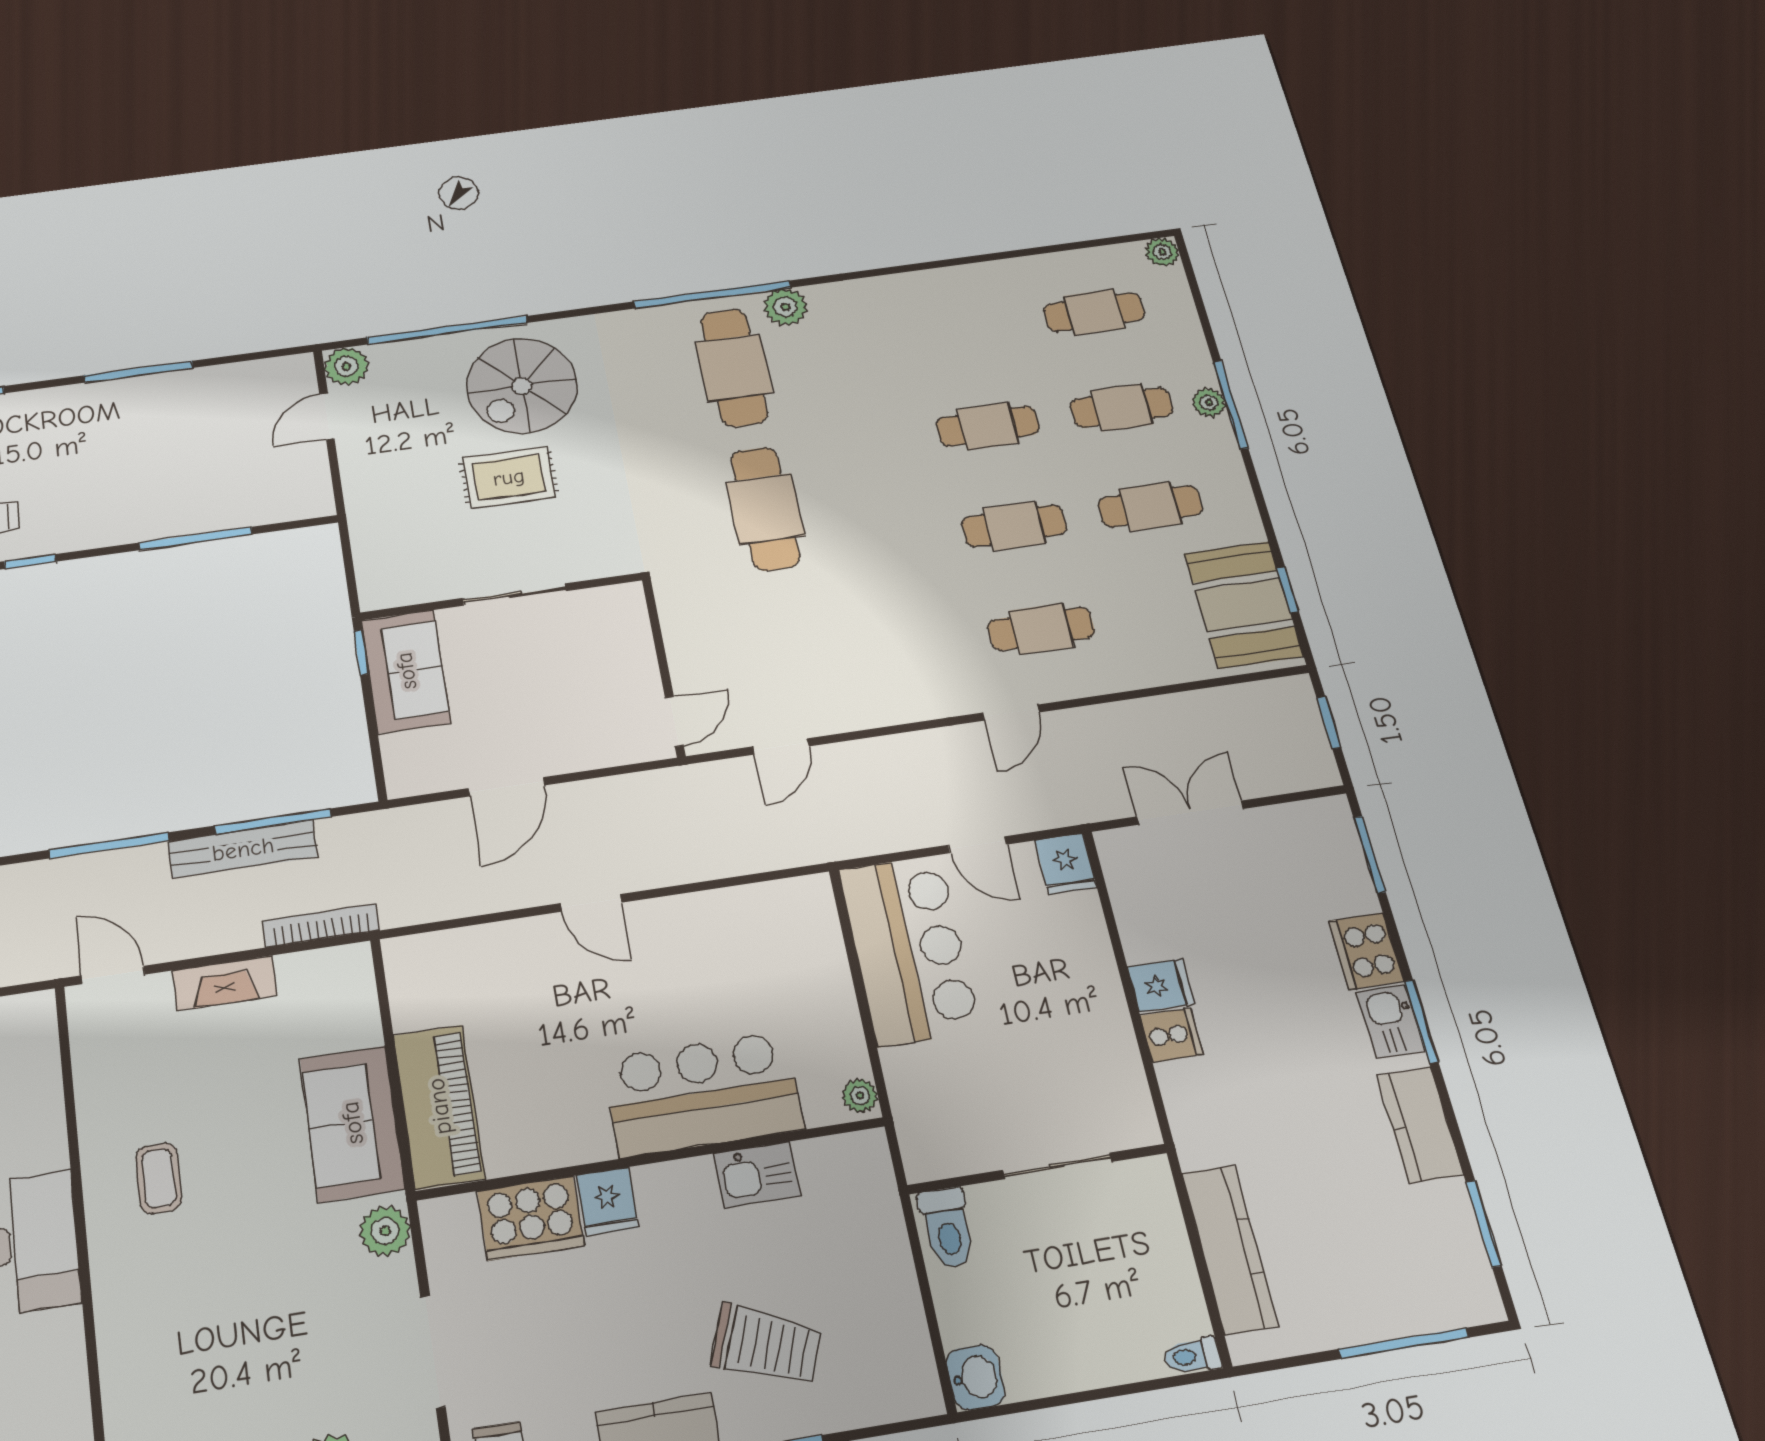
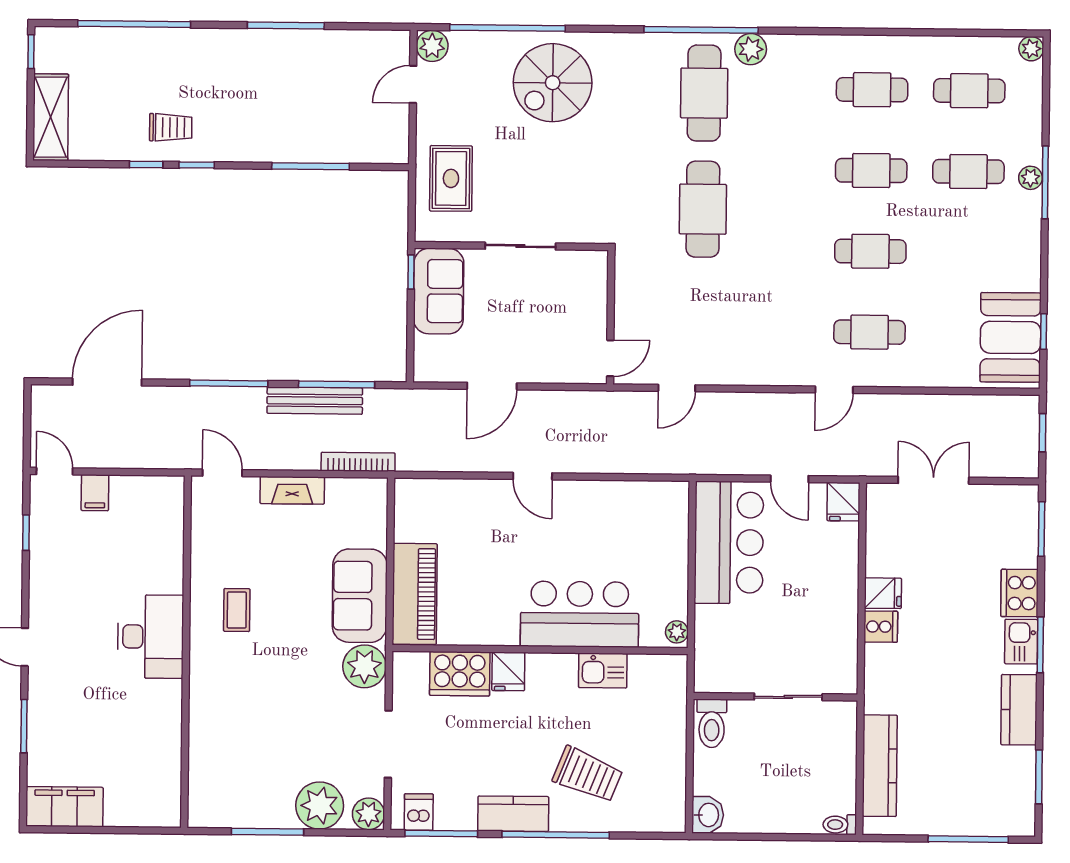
rug: (509, 477) -> (451, 178), moved, turned 90
cafe table: (1150, 506) -> (872, 90), moved
plant: (385, 1231) -> (364, 666), width x1.36, depth x1.36

